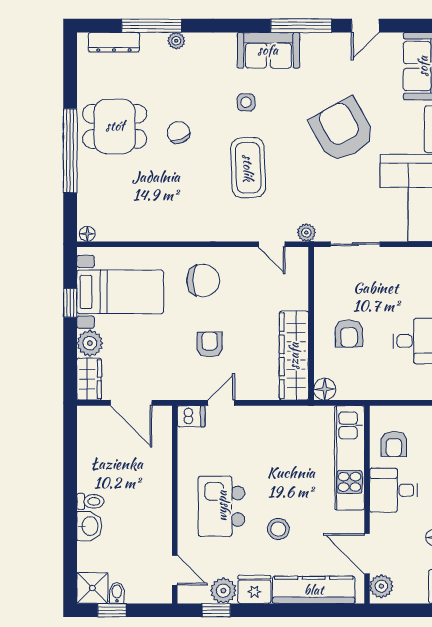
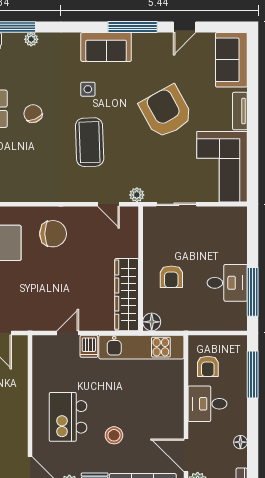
armchair: (210, 344) -> (58, 286), removed
dishwasher: (191, 416) -> (89, 346), moved, turned 90
kitchen unit: (350, 458) -> (141, 347), moved, turned -90

